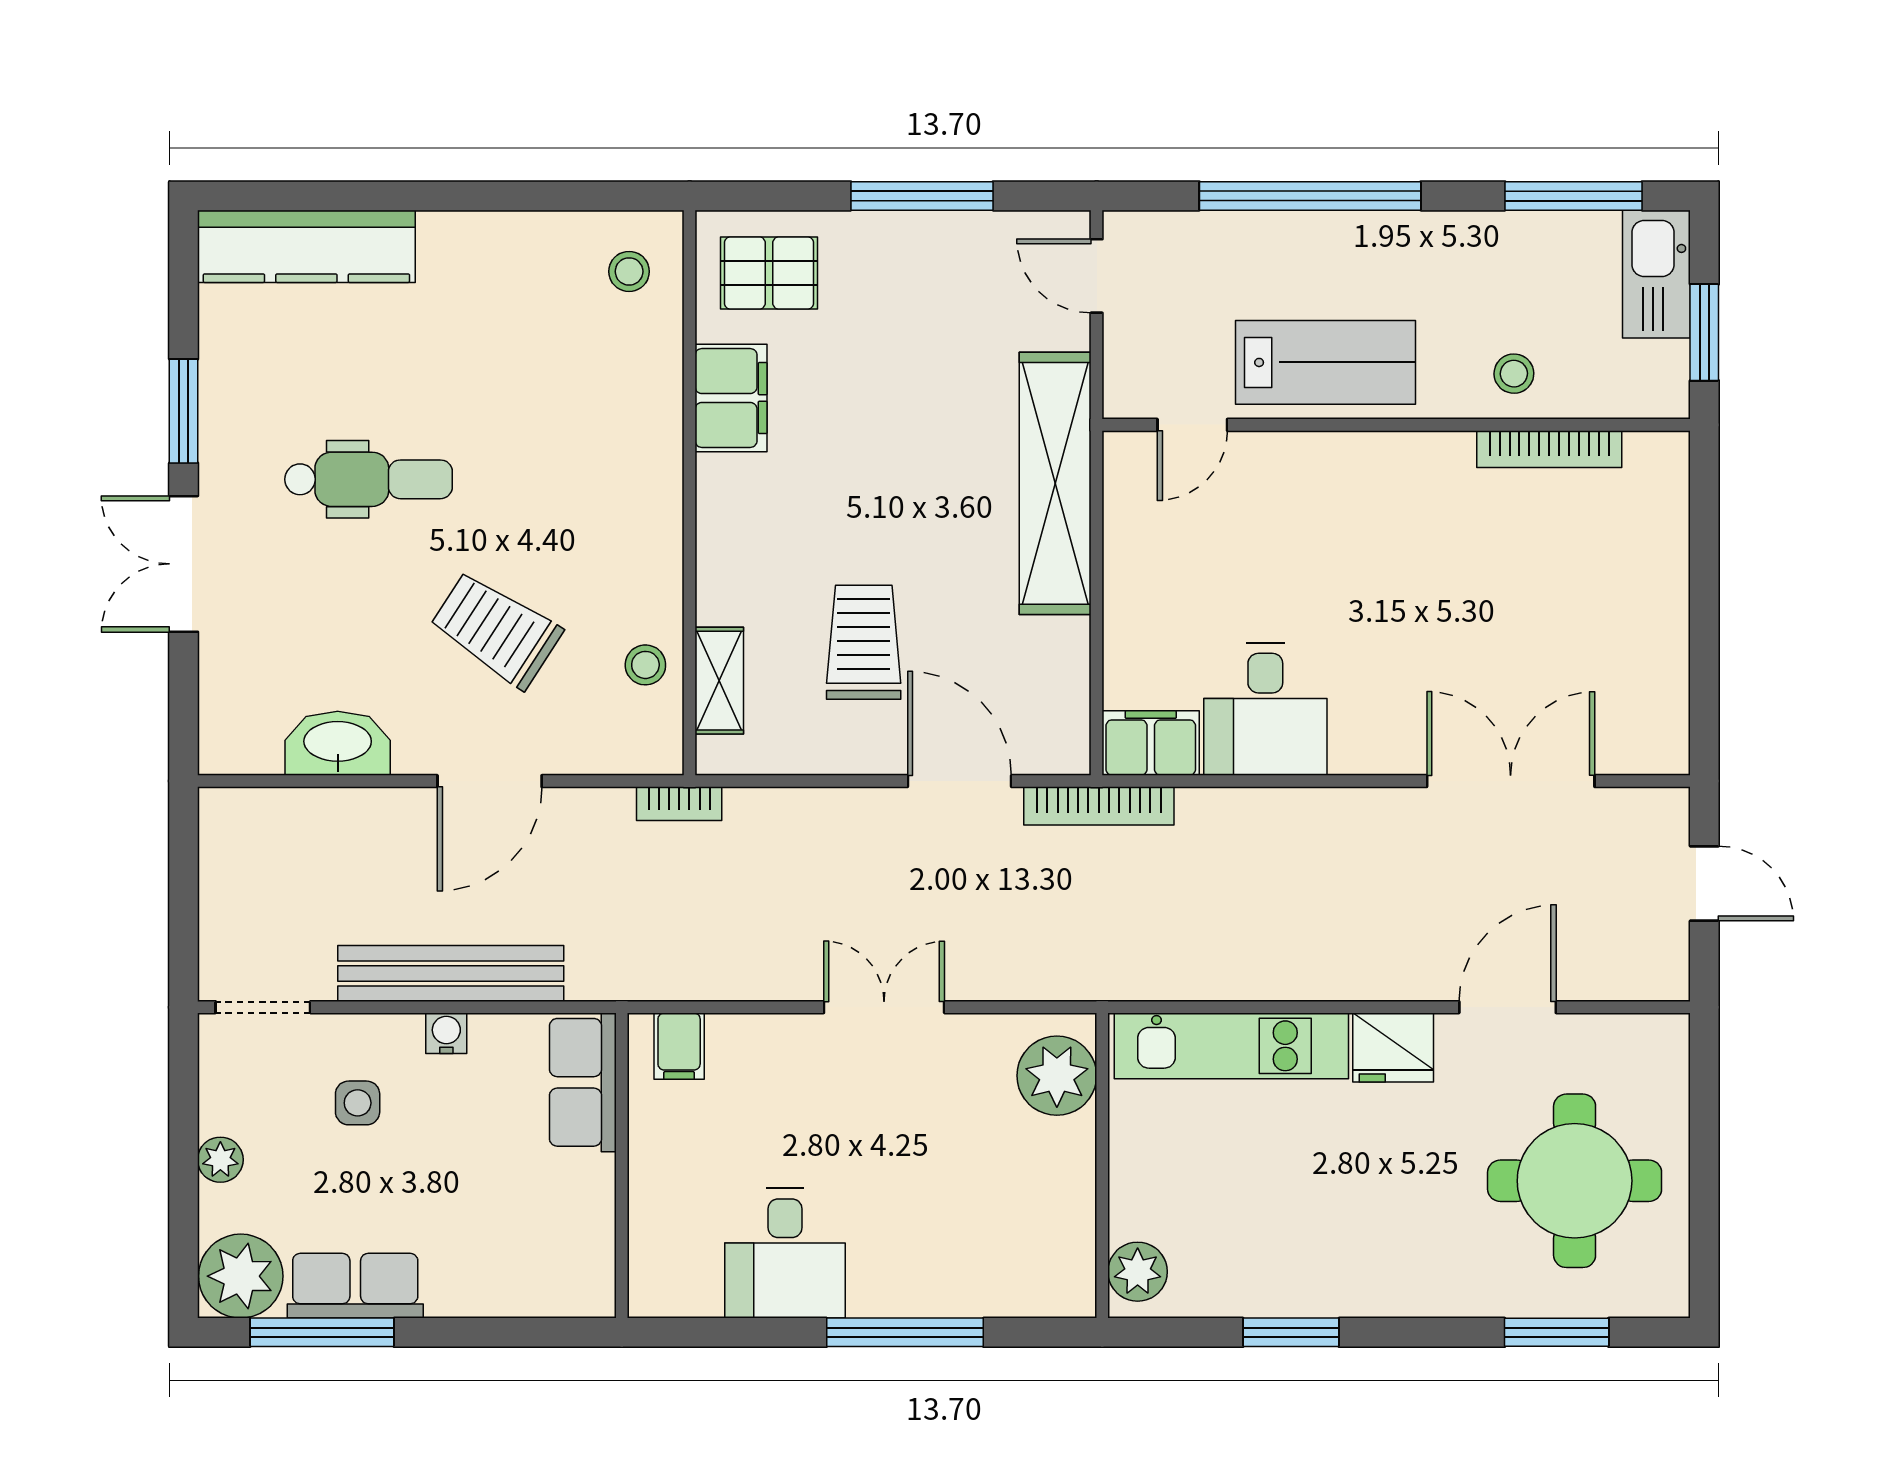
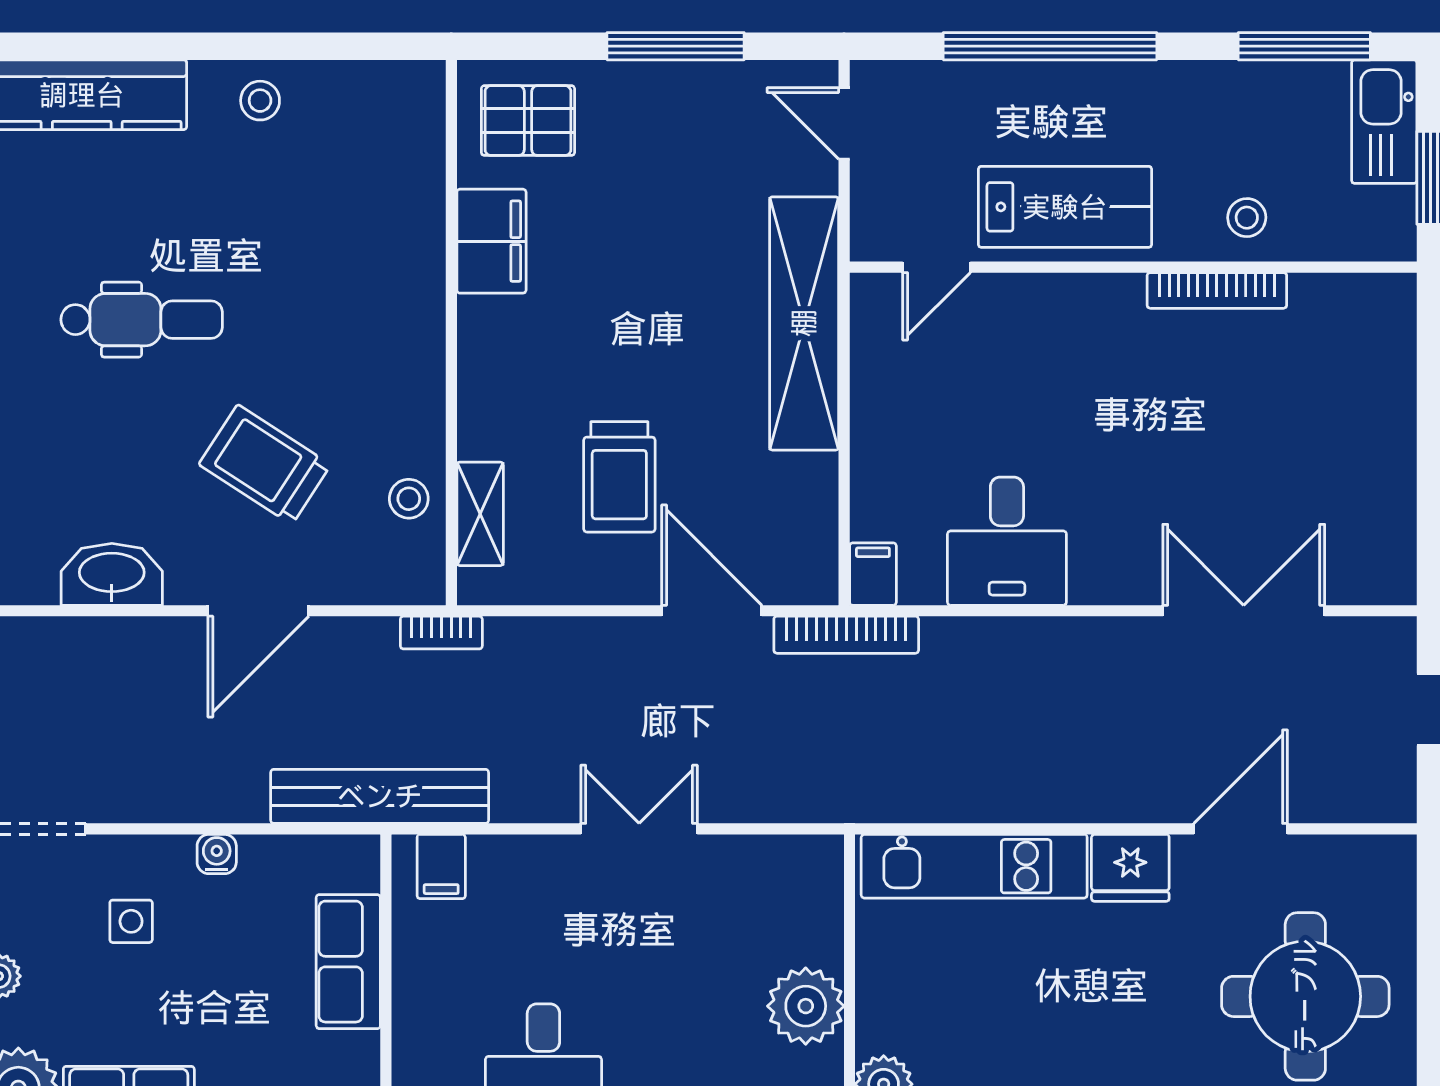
stool: (629, 271) -> (260, 101), moved
bookcase: (1549, 449) -> (1217, 290), moved
trolley: (864, 642) -> (619, 477), turned 180
filing cabinet: (1151, 743) -> (873, 574), width x0.50
bench: (451, 973) -> (380, 796), moved
plant: (1057, 1076) -> (806, 1006), moved
row of seats: (583, 1082) -> (348, 962), moved

